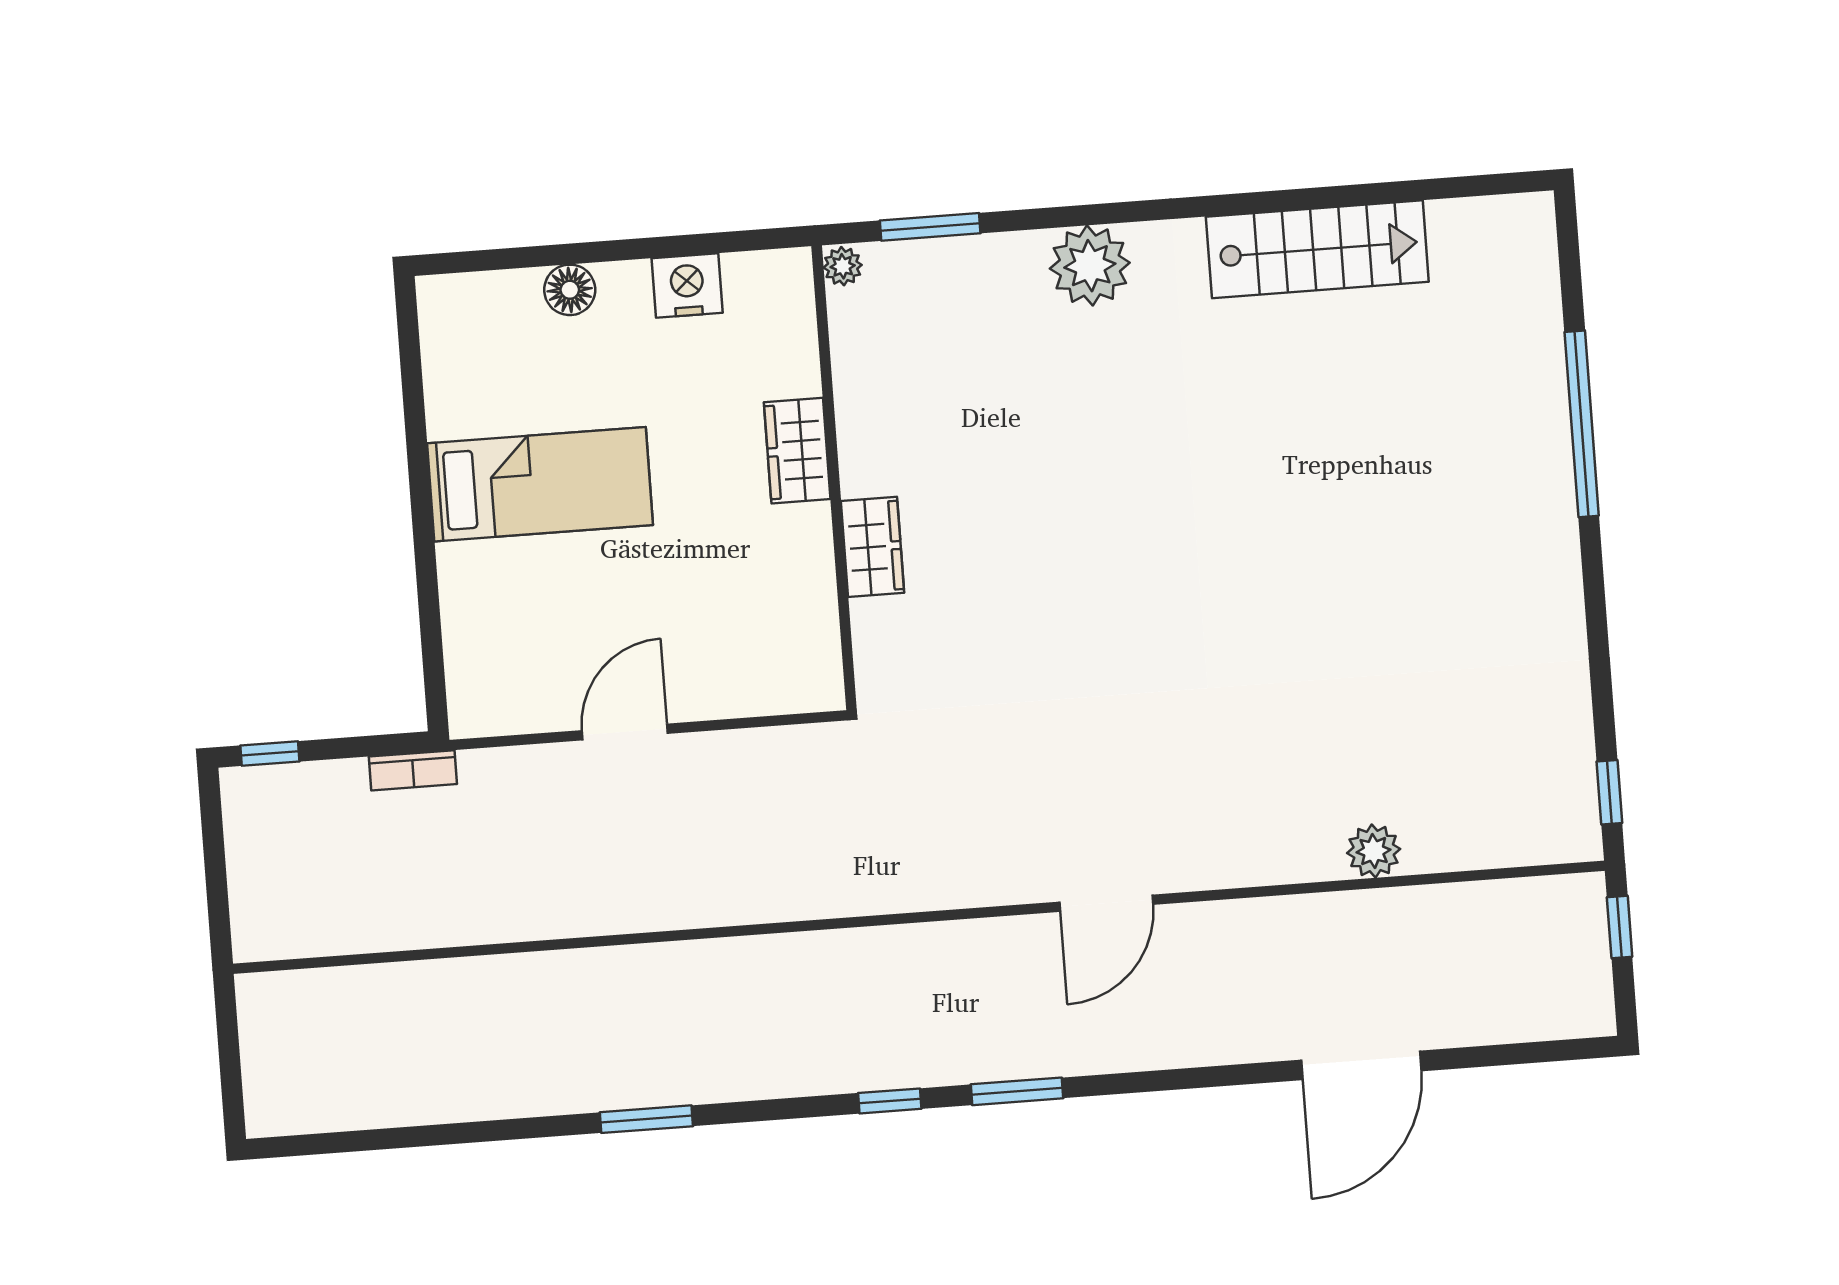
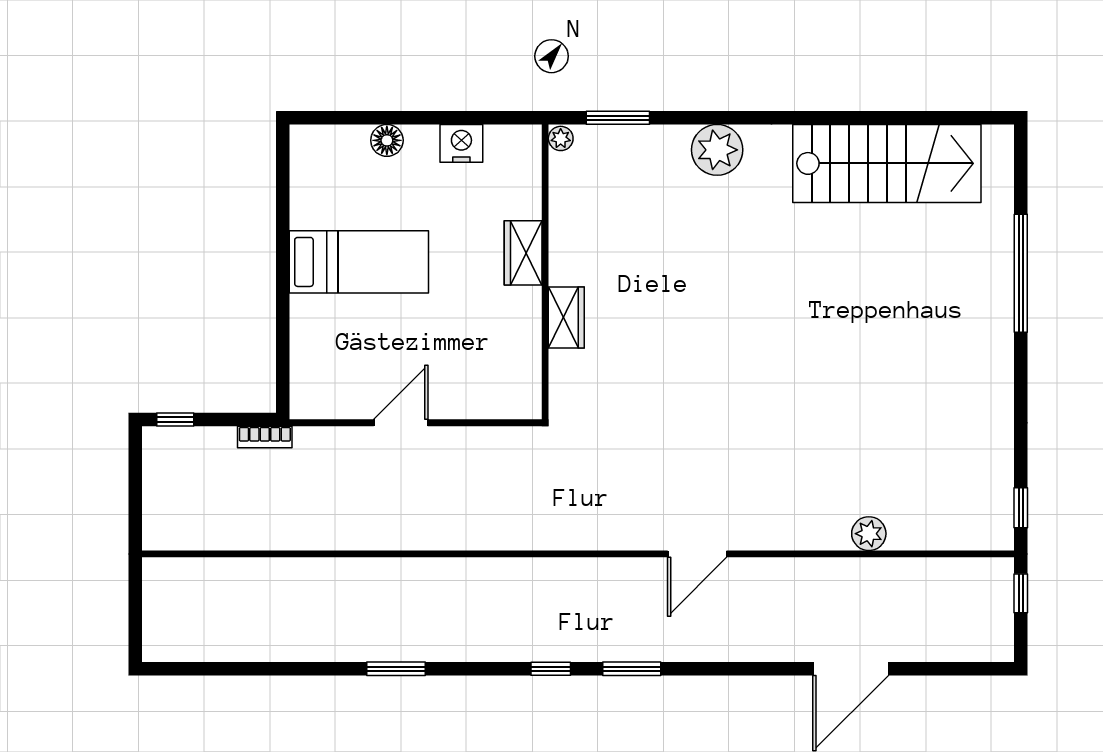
stairs: (1317, 249) -> (887, 163), width x1.36, depth x1.51

